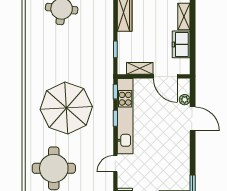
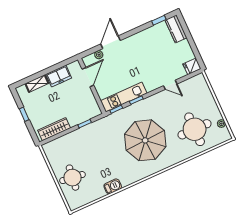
barbecue: (32, 49) -> (113, 186), added
shelving: (140, 68) -> (91, 99), removed
kitchen unit: (125, 116) -> (124, 97), width x0.73

